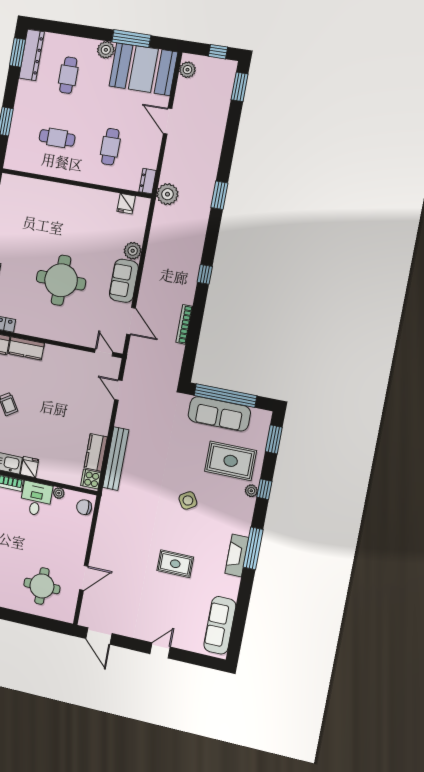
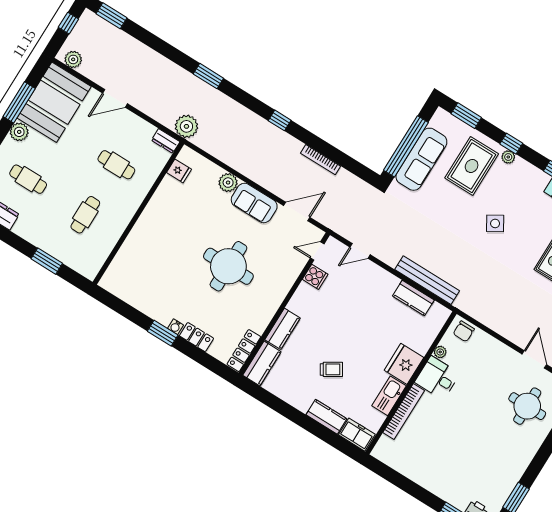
fridge: (30, 467) -> (404, 364), width x1.88, depth x1.34
cooker: (91, 479) -> (315, 277), moved, turned -90

